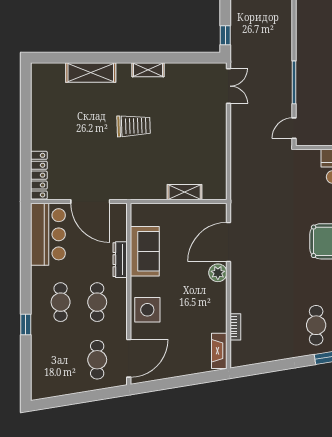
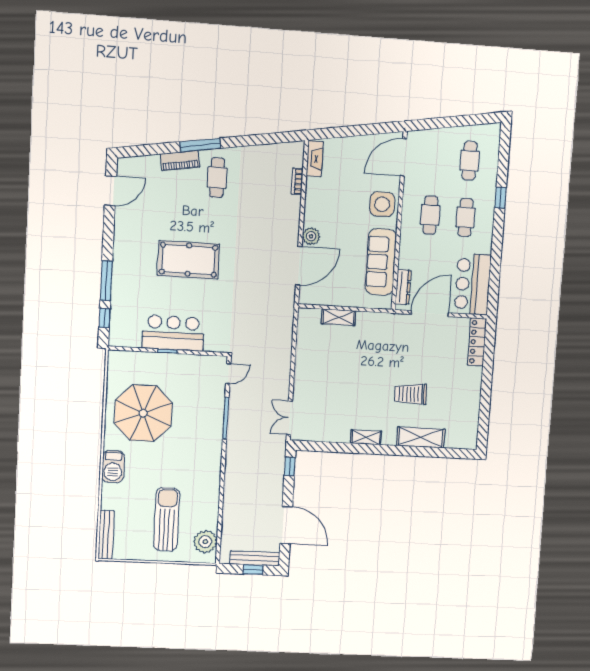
trolley: (134, 126) -> (411, 394), moved
door: (90, 202) -> (430, 314), hinge flipped
sofa: (145, 251) -> (381, 262), width x1.36
dresser: (120, 260) -> (403, 287), moved
cafe table: (97, 360) -> (470, 161), moved

